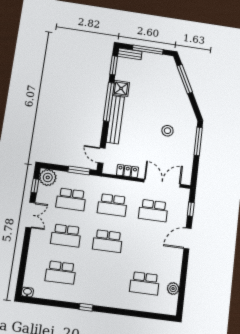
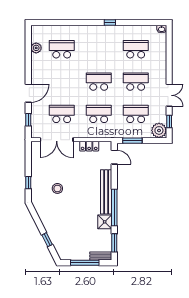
window: (185, 79) -> (47, 240), width x0.46
window: (198, 141) -> (28, 183), width x0.46
double door: (30, 215) -> (169, 95), swing flipped

